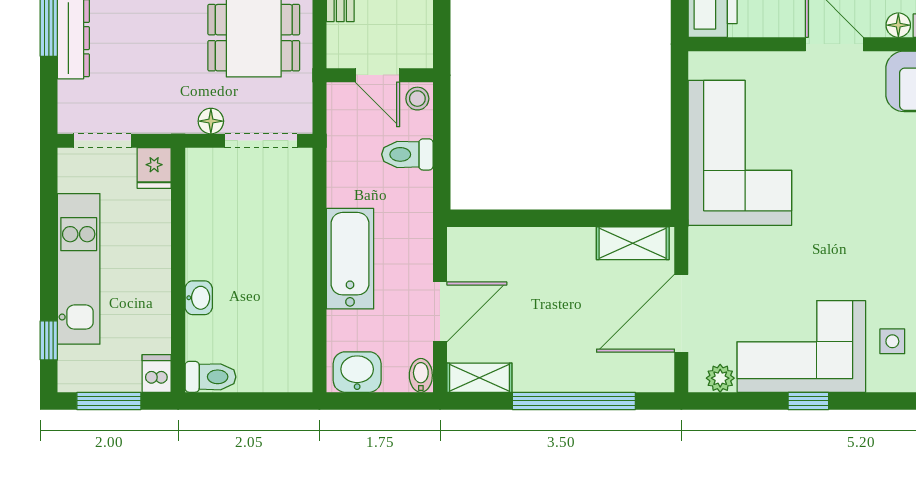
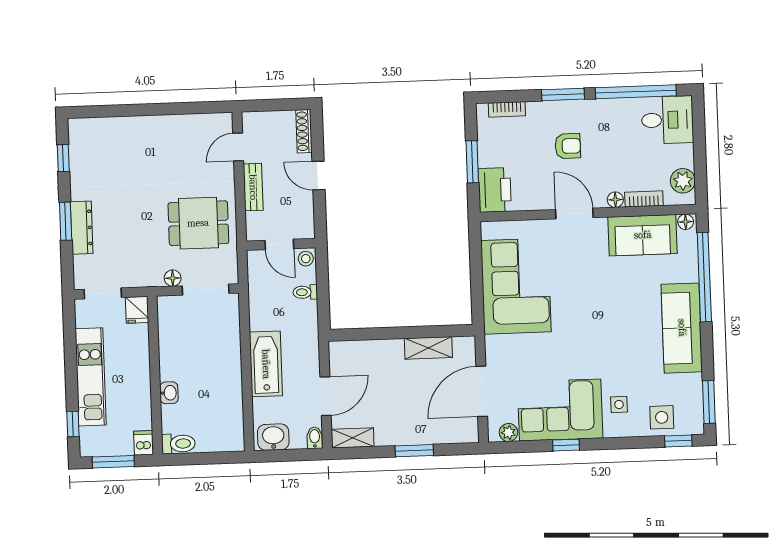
toilet: (407, 154) -> (305, 292), width x0.73, depth x0.72
shelving: (633, 243) -> (428, 348), moved
window: (574, 401) -> (414, 451), width x0.47

